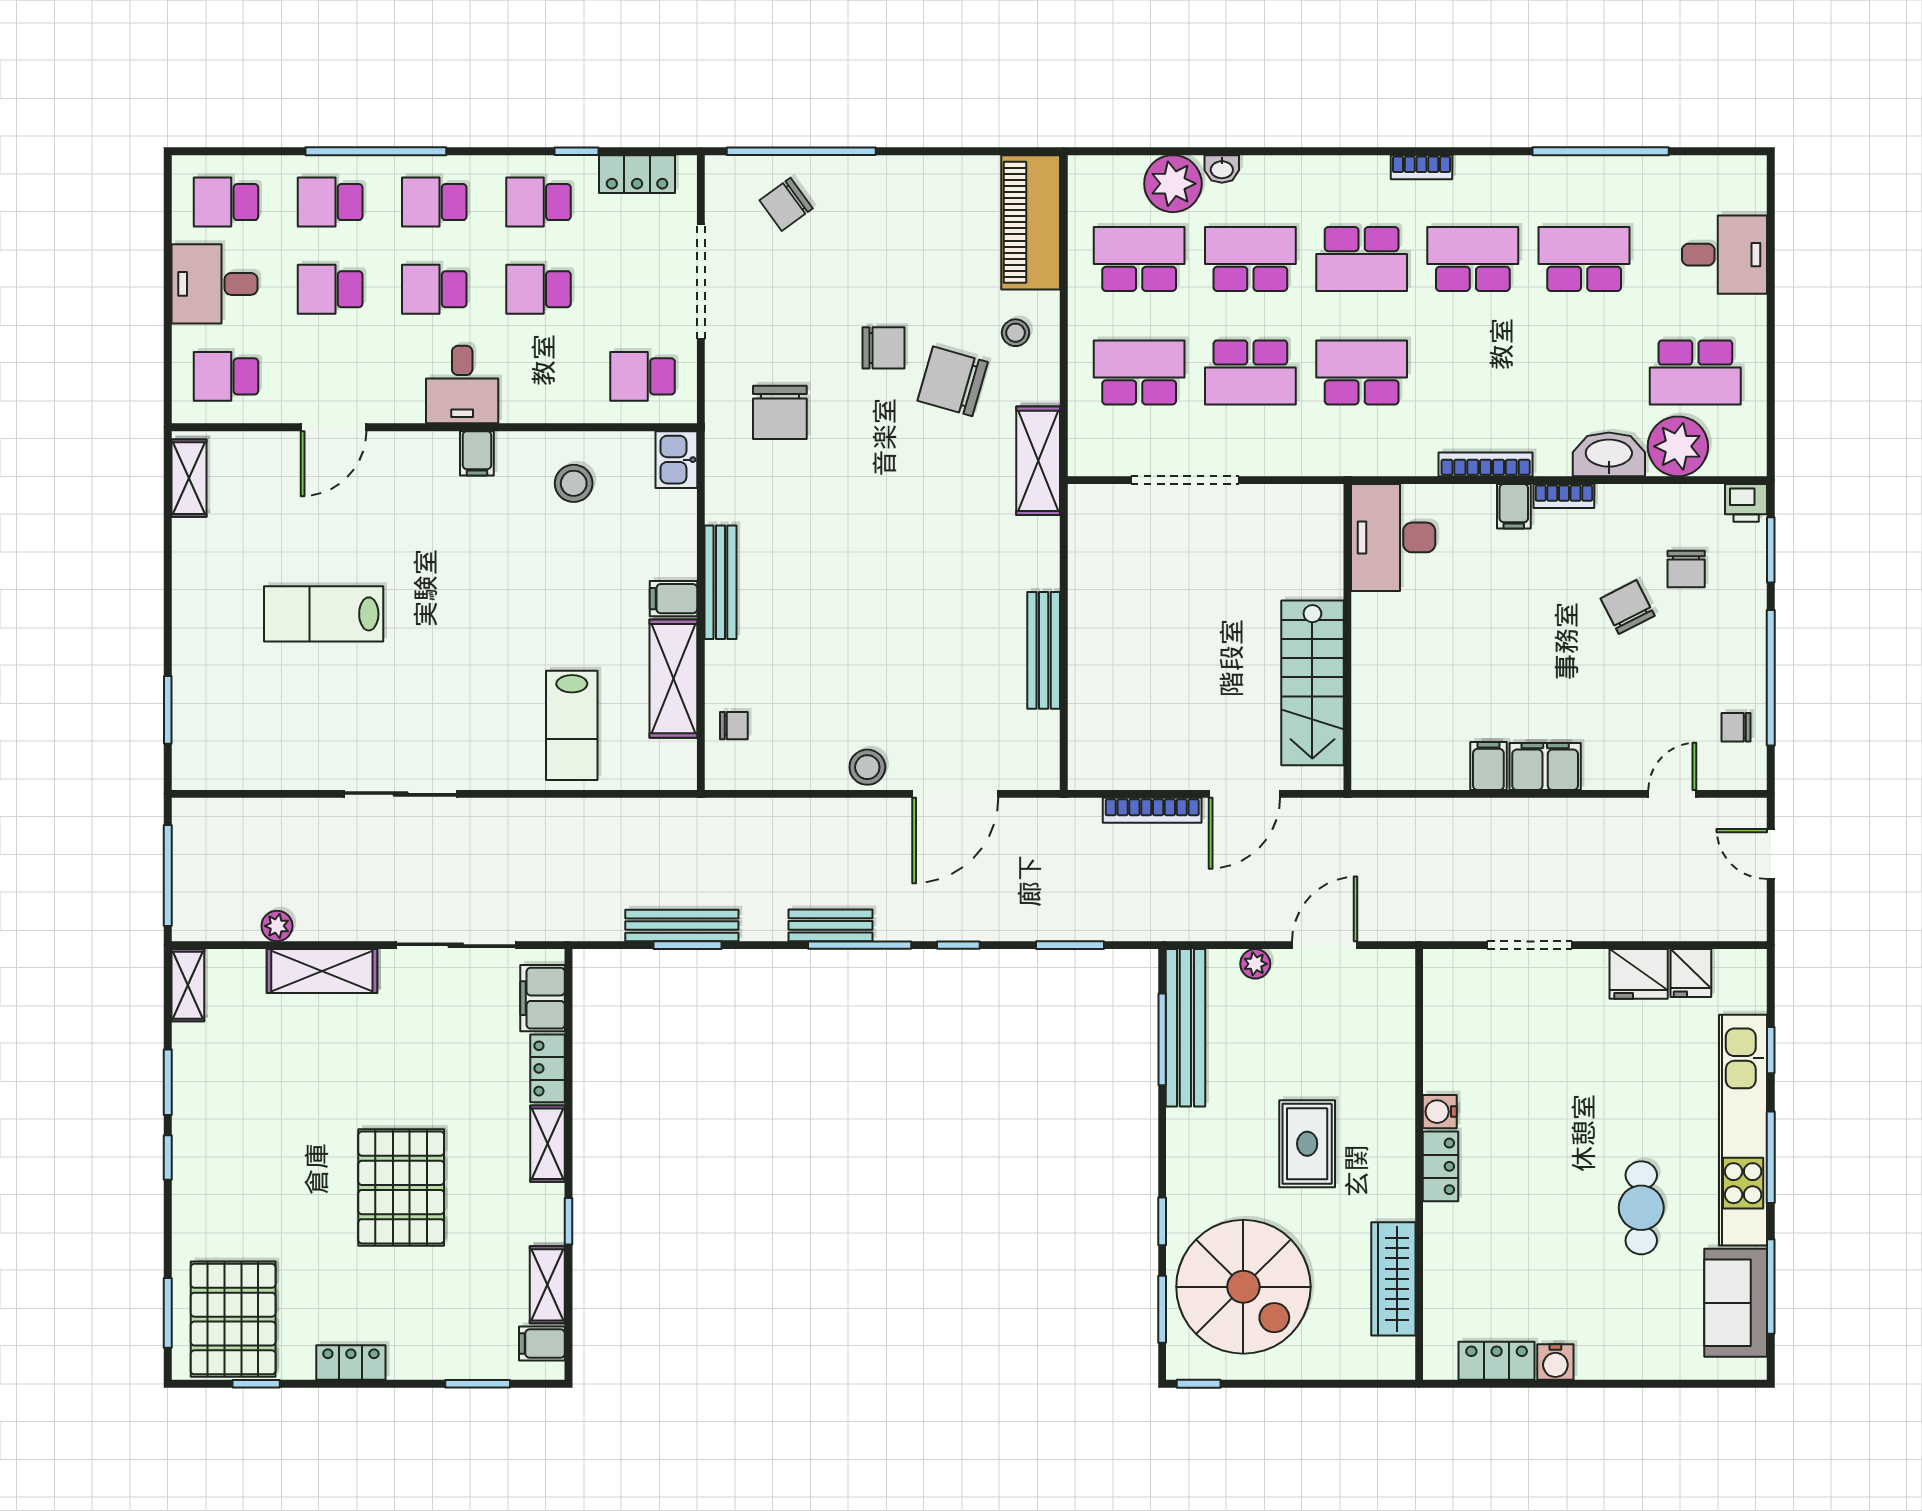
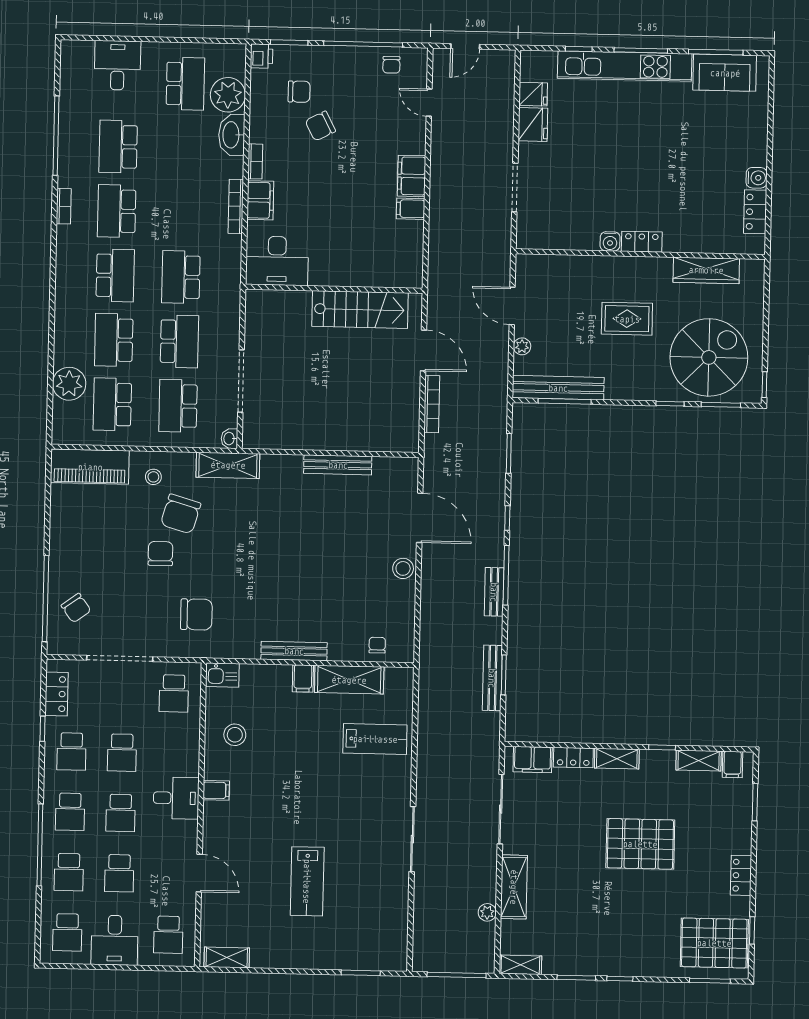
bookcase: (1421, 167) -> (64, 206), moved
washbasin: (1222, 169) -> (229, 439), moved, turned 180
filing cabinet: (1514, 506) -> (260, 200), width x2.00
cafe table: (1641, 1208) -> (668, 126), removed

